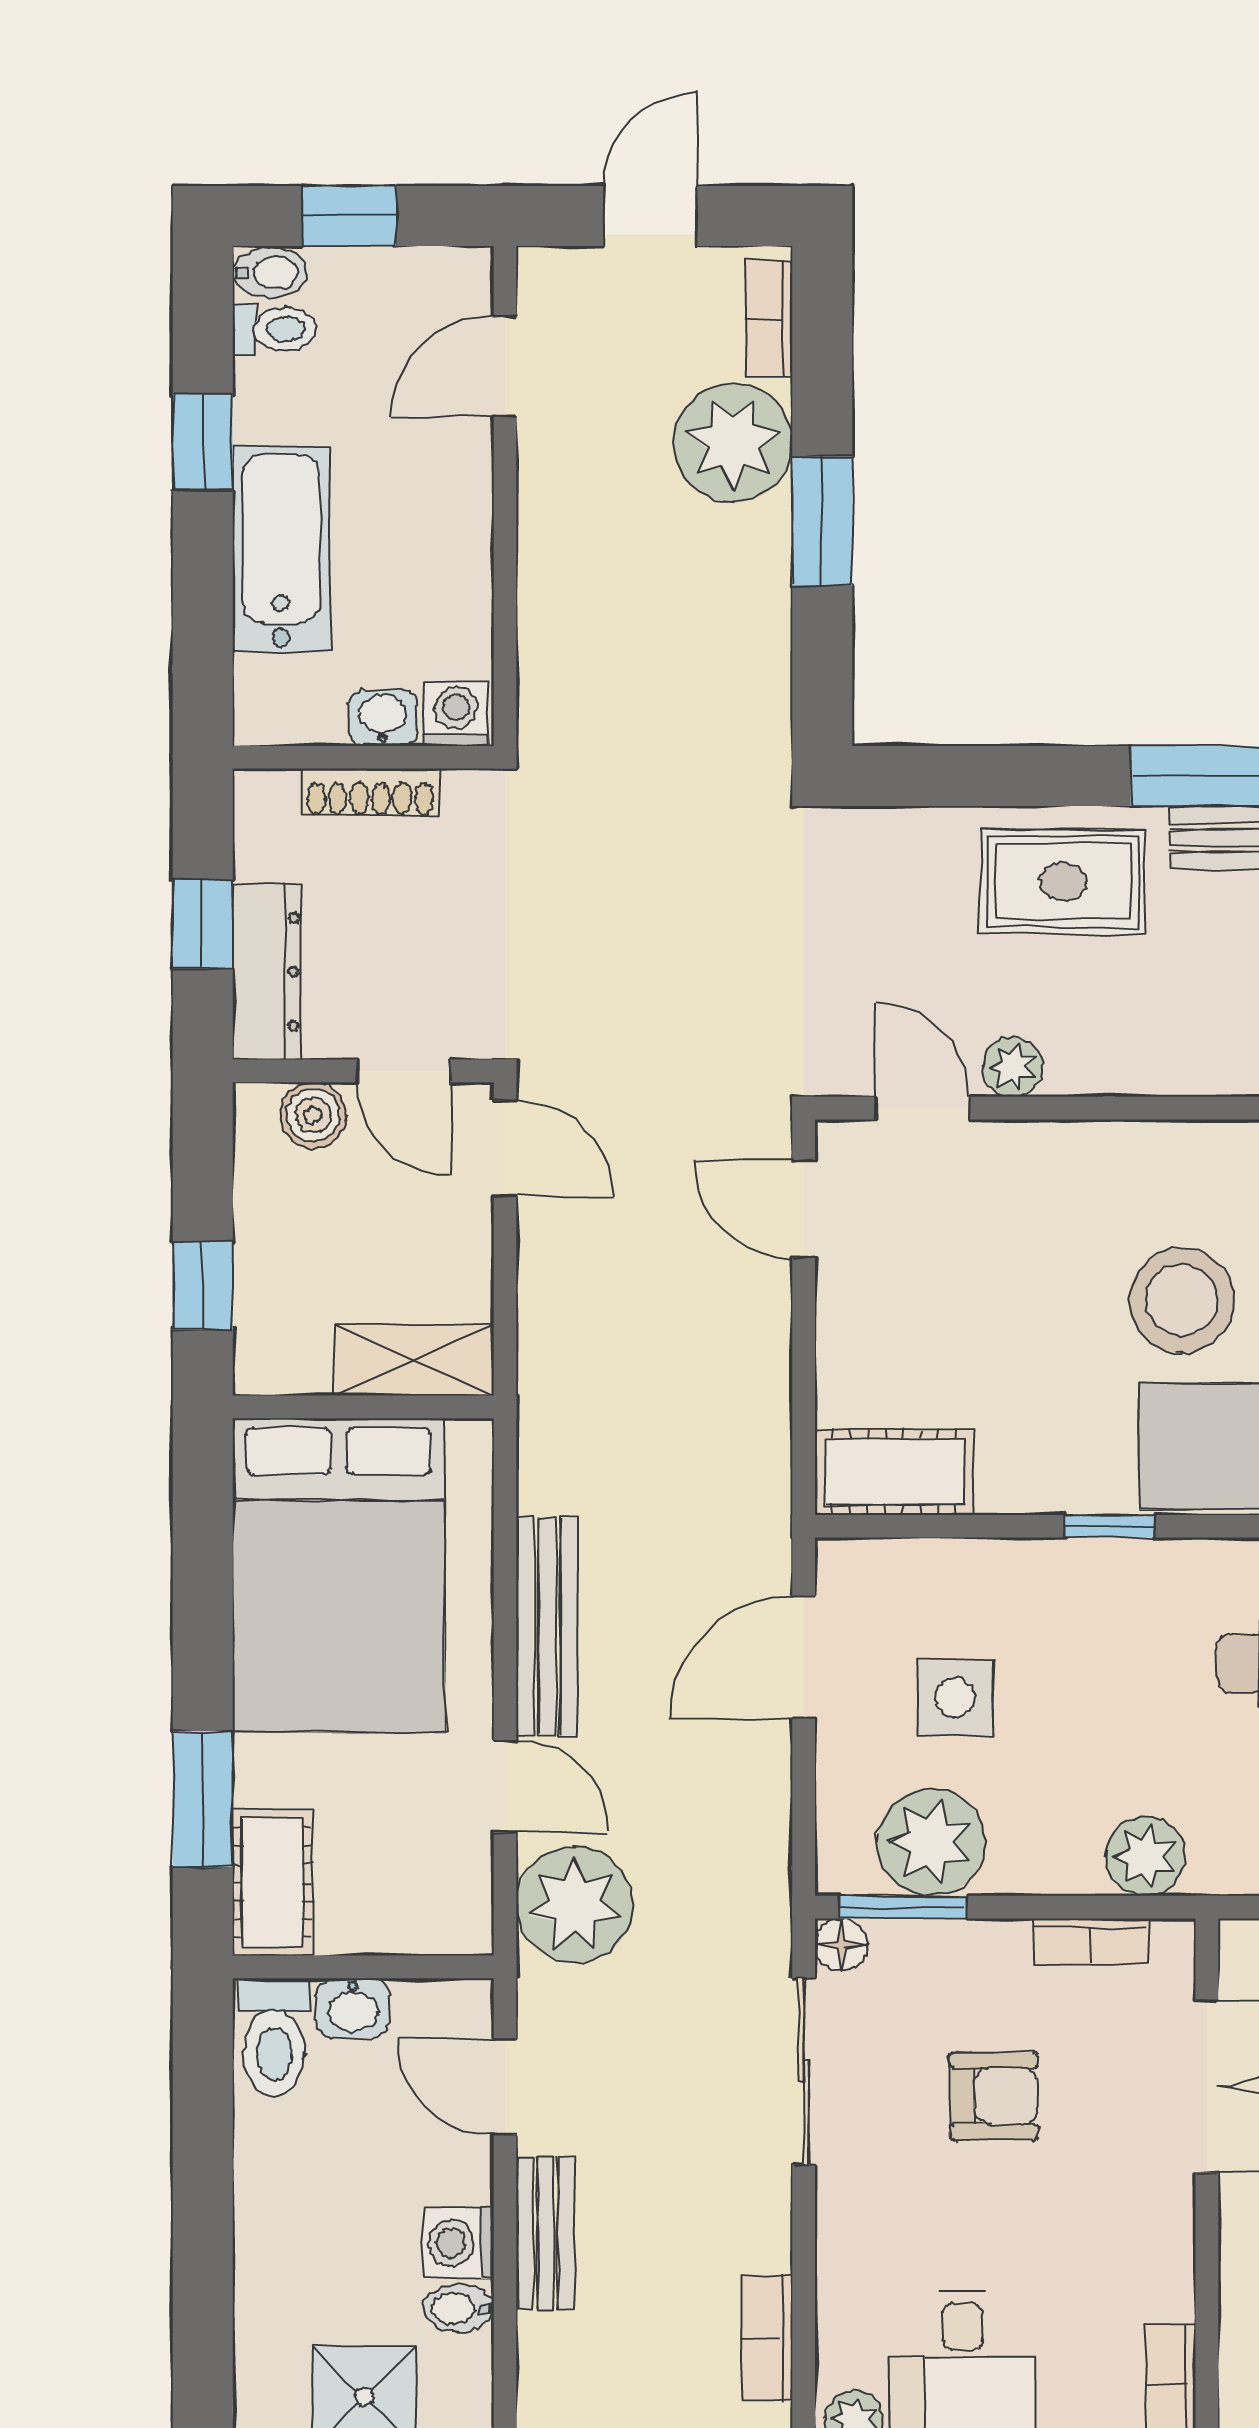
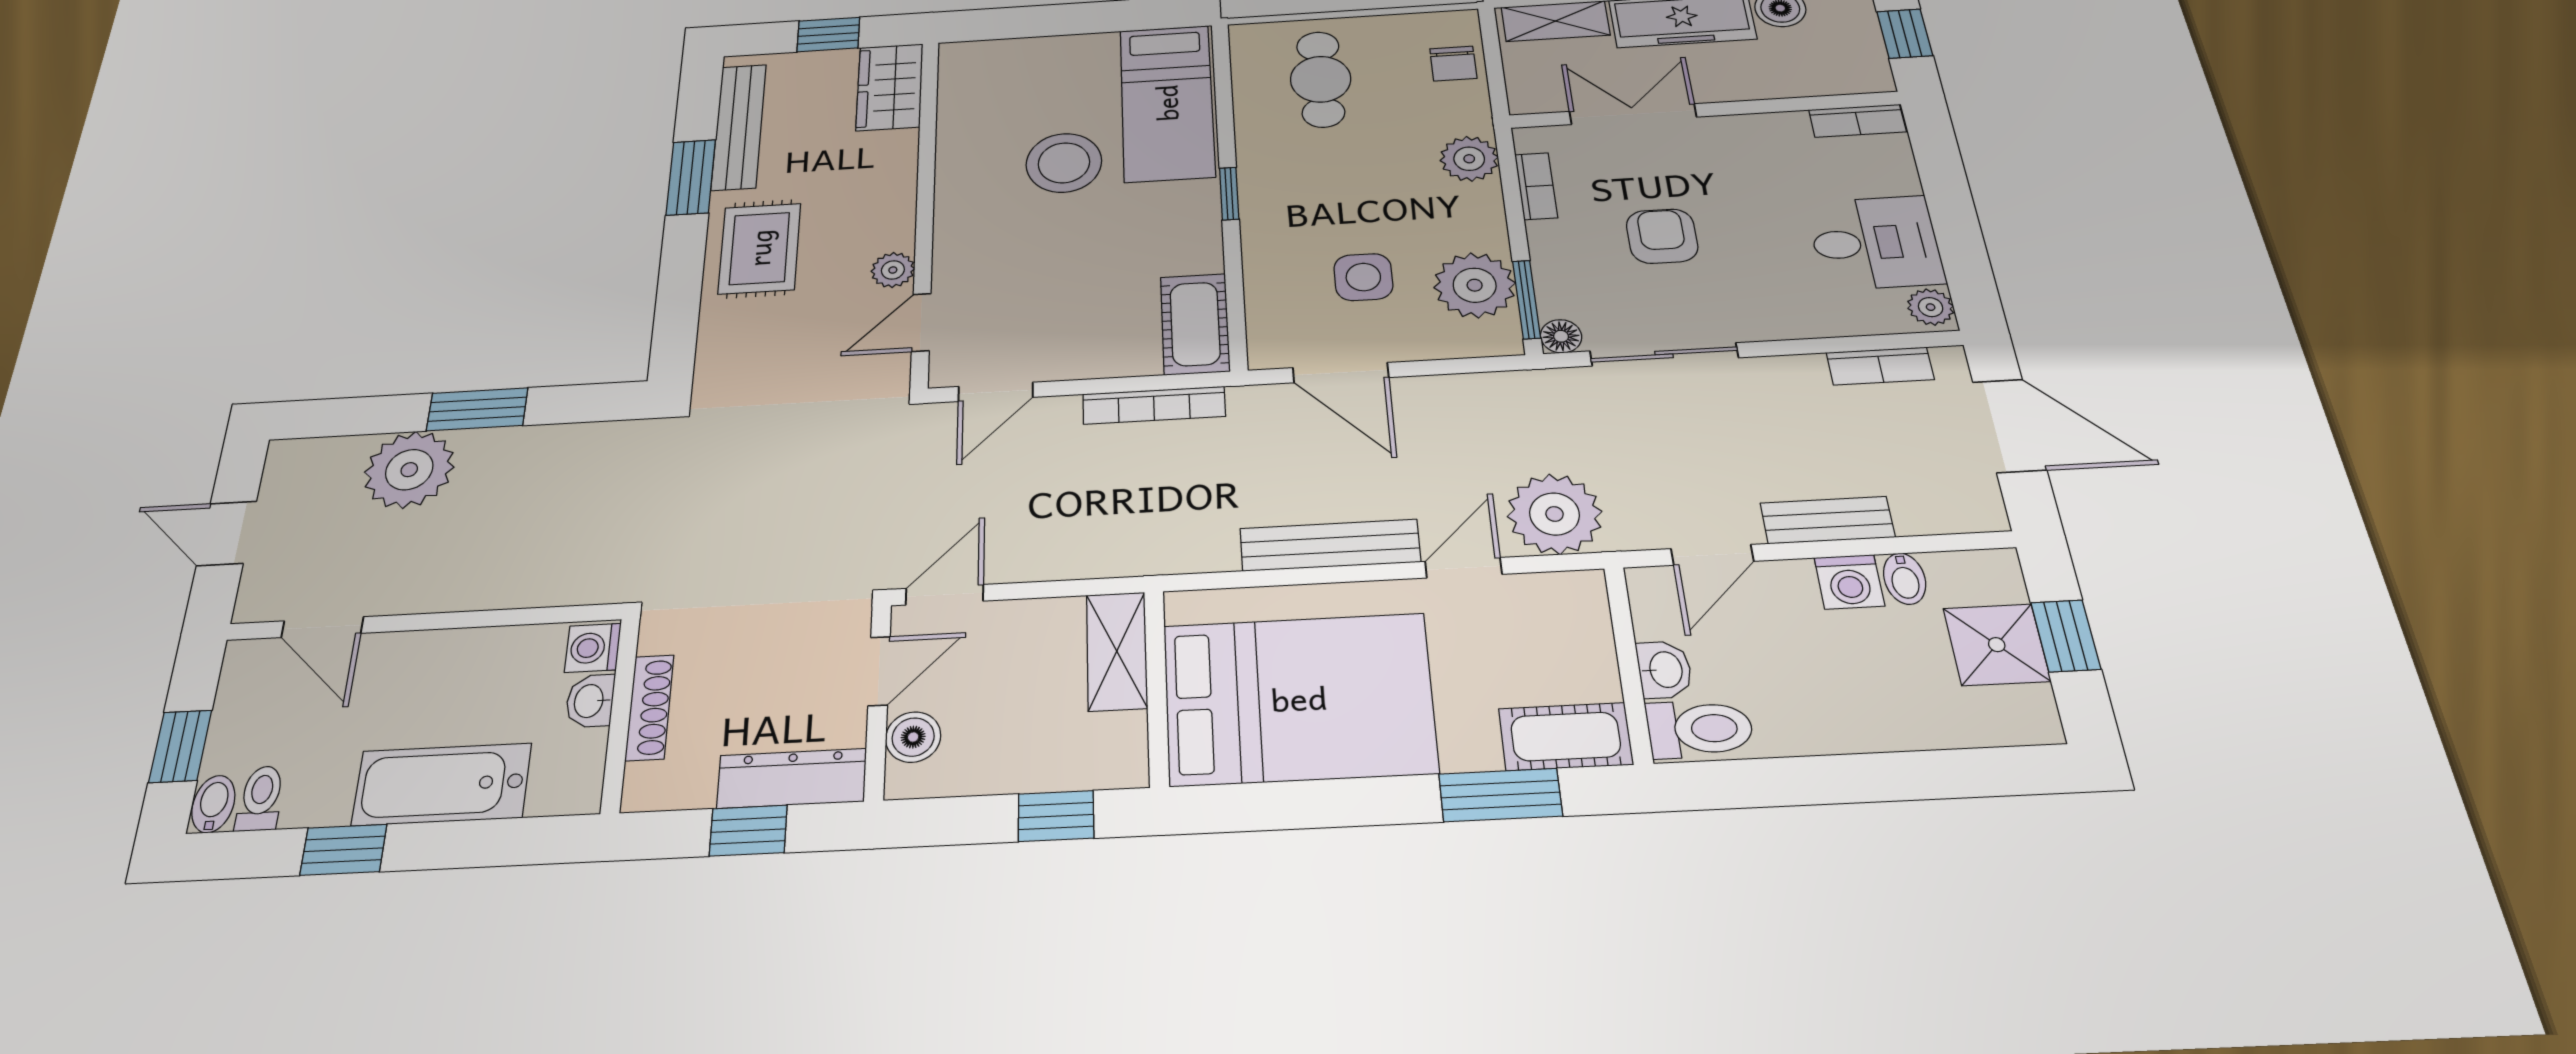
bookcase: (769, 319) -> (1154, 405), moved, width x1.56

